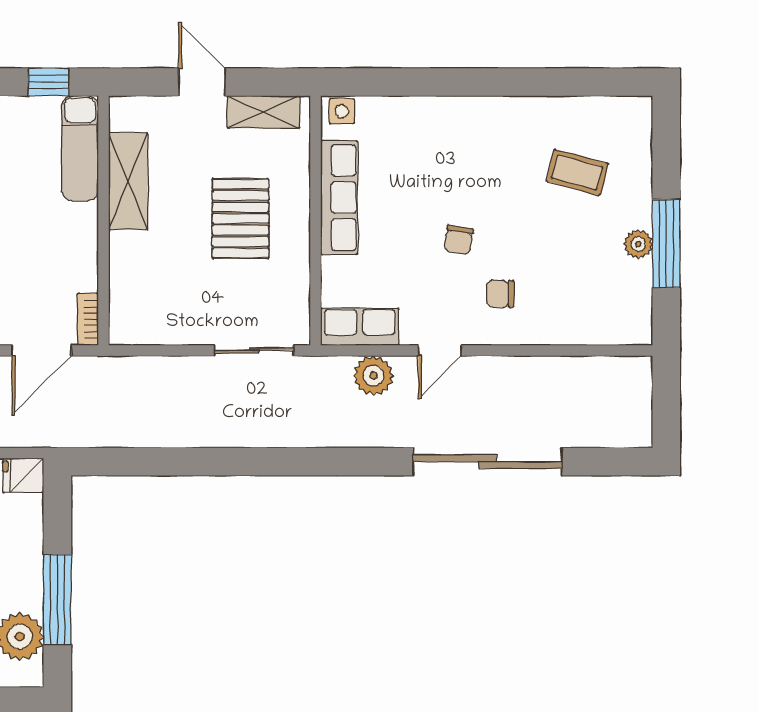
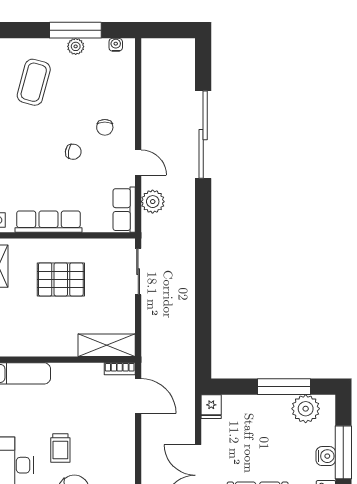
coffee table: (577, 172) -> (34, 82), width x1.36, depth x1.30
shelving: (128, 181) -> (107, 345), moved
water cooler: (641, 312) -> (116, 45), added

